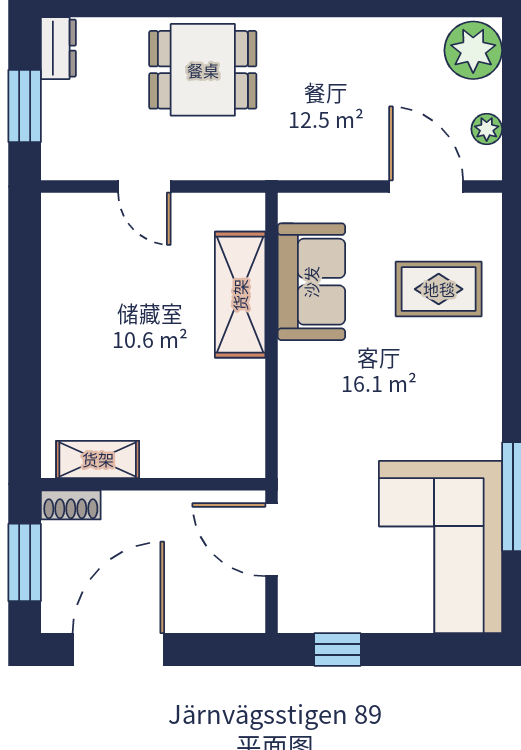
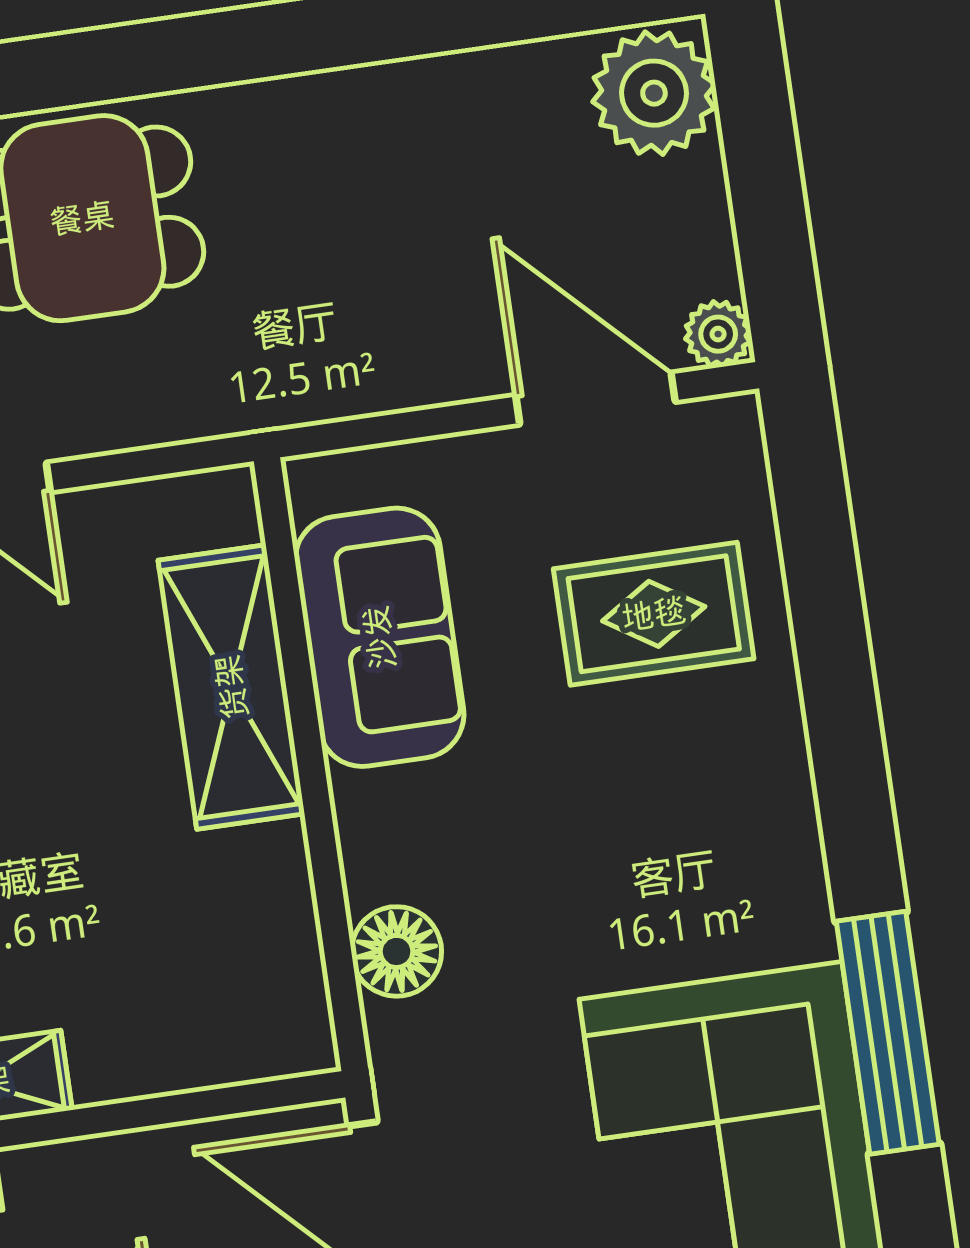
plant: (487, 129) -> (718, 334), moved
floor lamp: (298, 427) -> (397, 951), added

